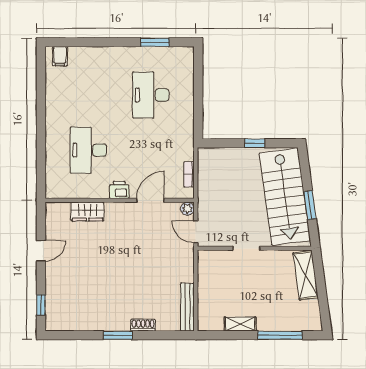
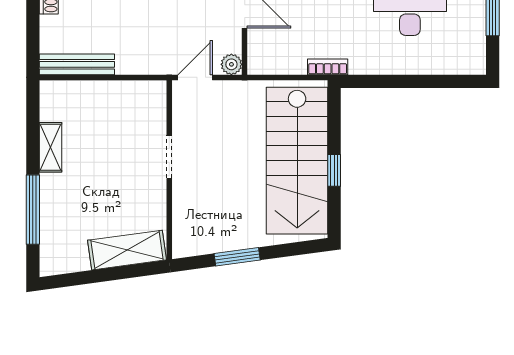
bookcase: (189, 174) -> (328, 67), moved
stairs: (285, 197) -> (297, 161), moved, turned -82

